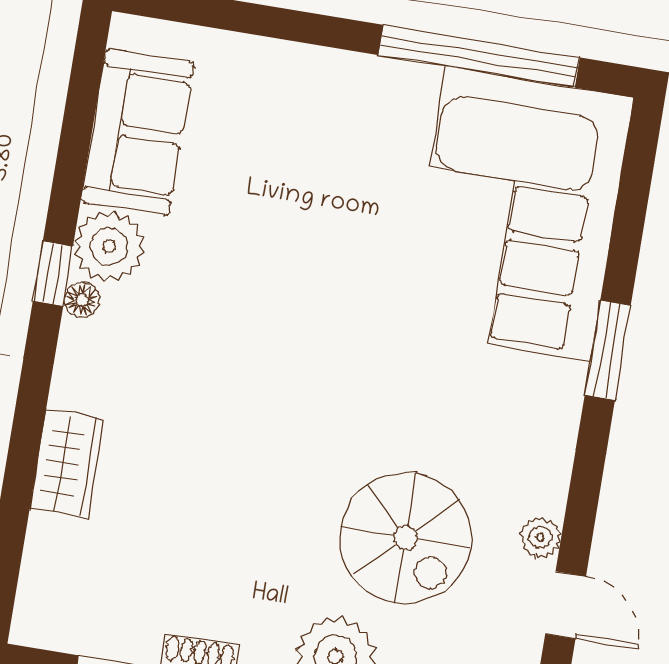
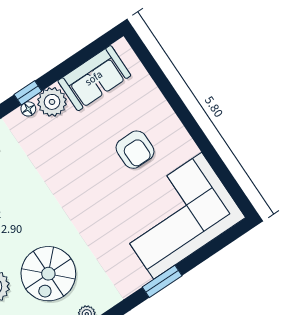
window: (479, 56) -> (214, 159), removed
armchair: (331, 179) -> (135, 150), added

